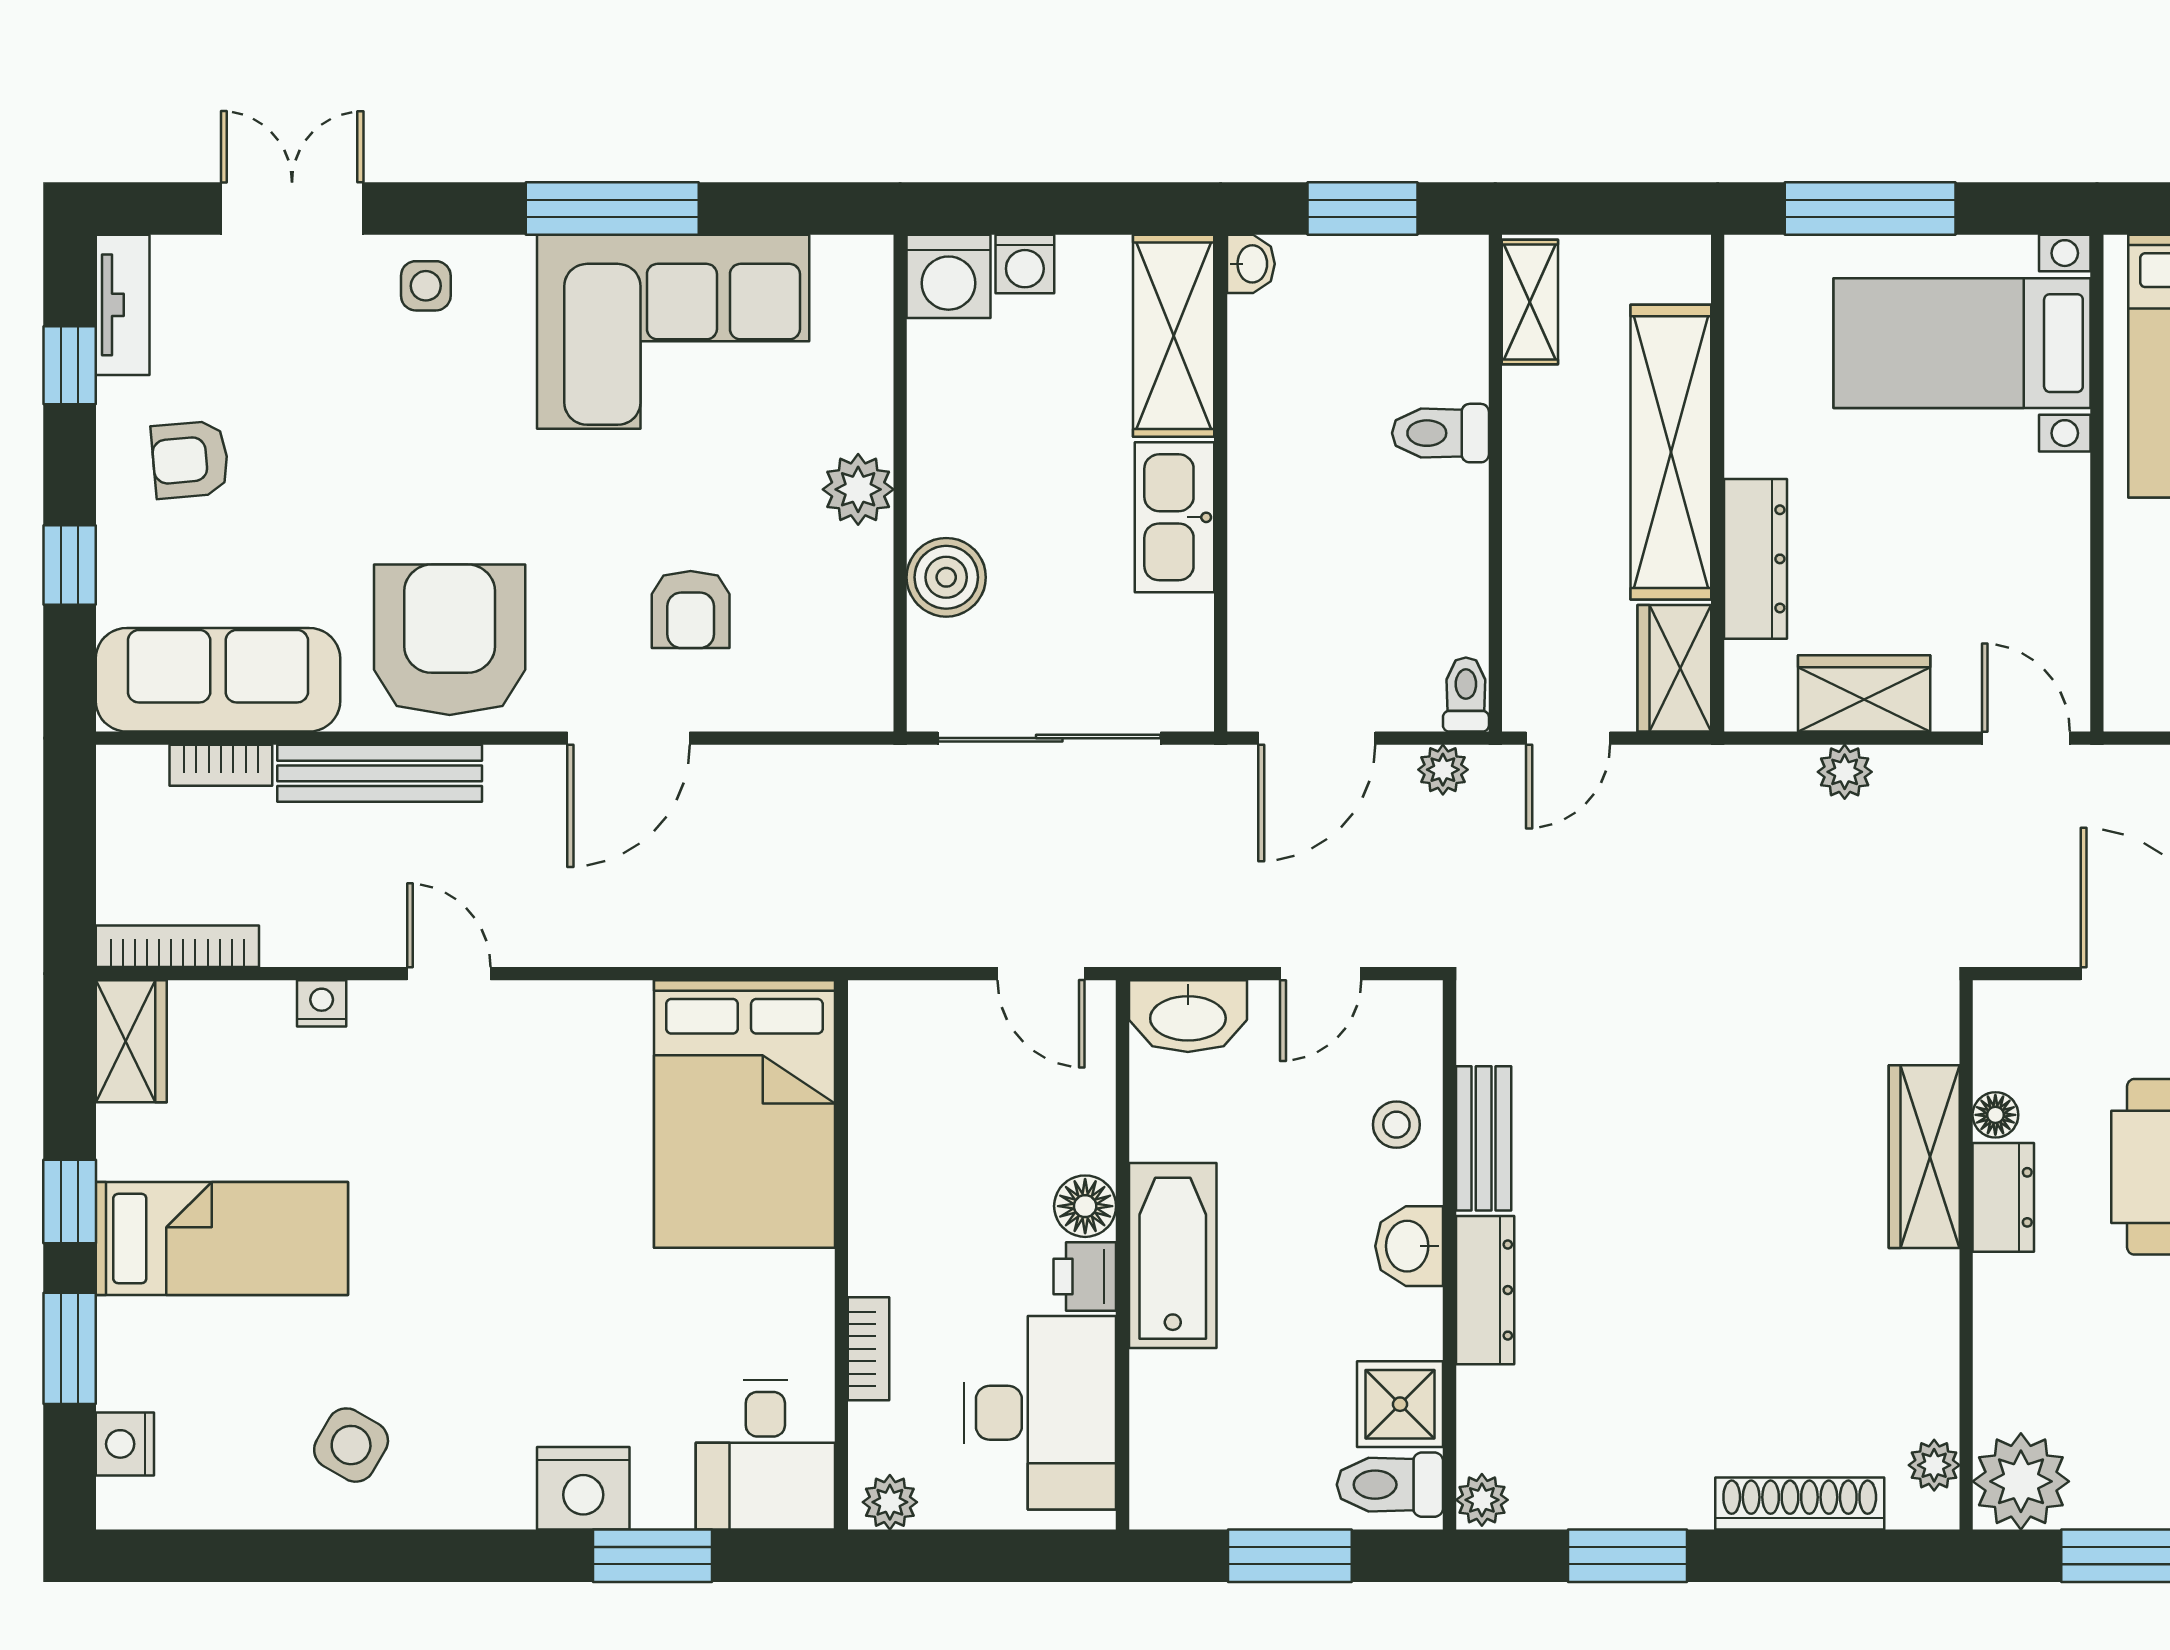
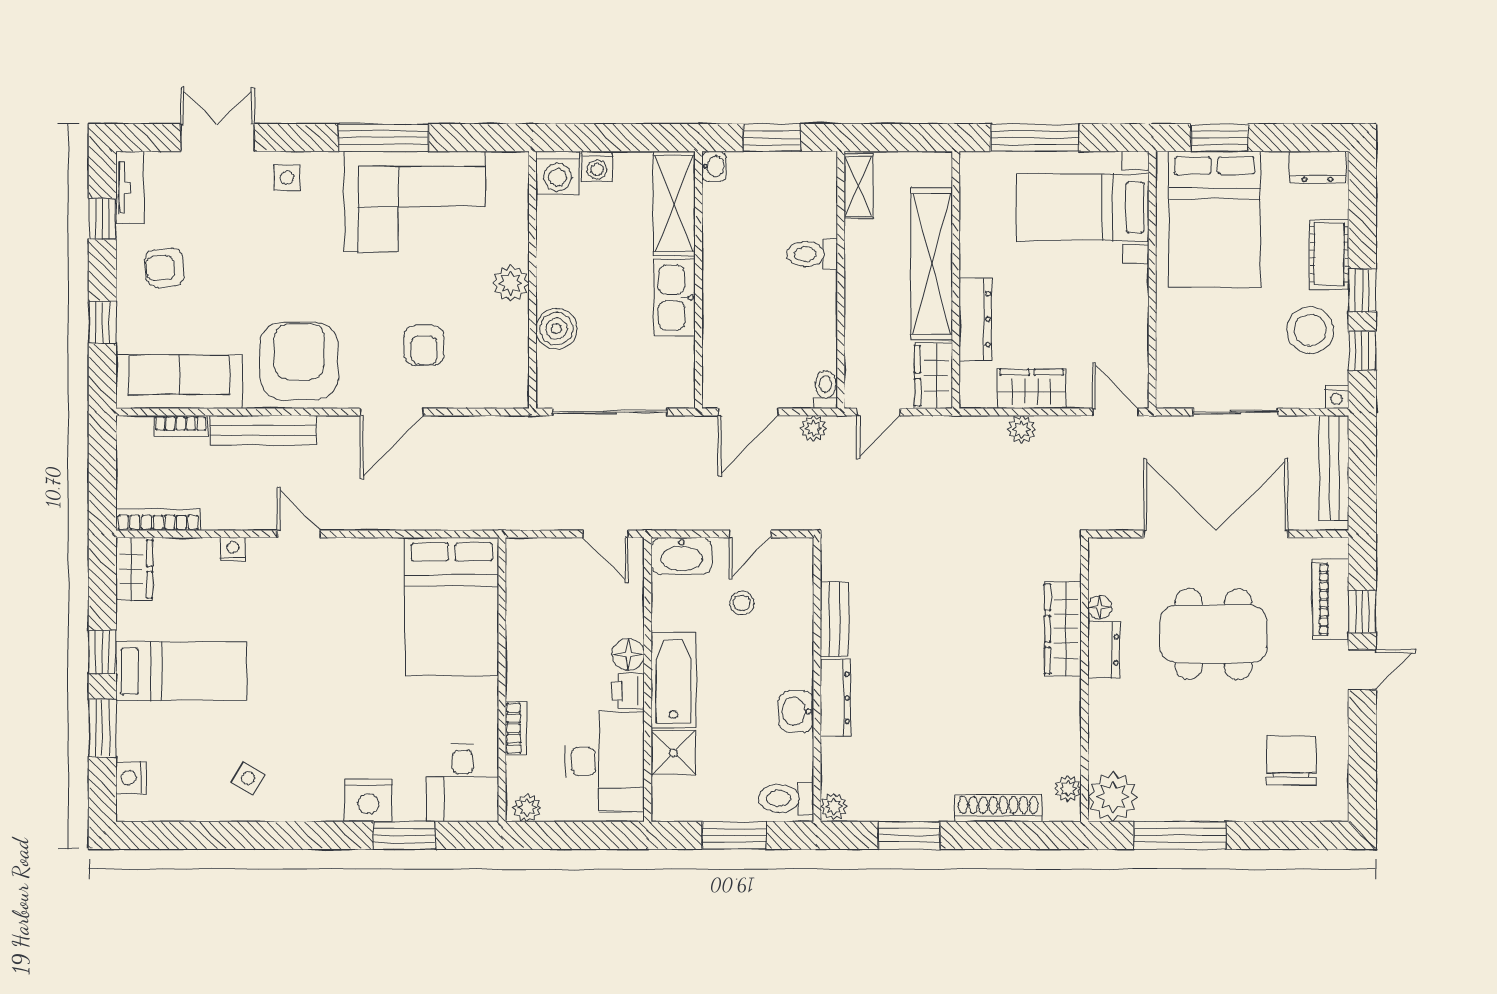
stool: (1396, 1125) -> (742, 603), moved
washbasin: (1409, 1246) -> (796, 711), moved
shower: (1400, 1404) -> (673, 753), moved
side table: (351, 1445) -> (248, 778), width x0.73, depth x0.73

